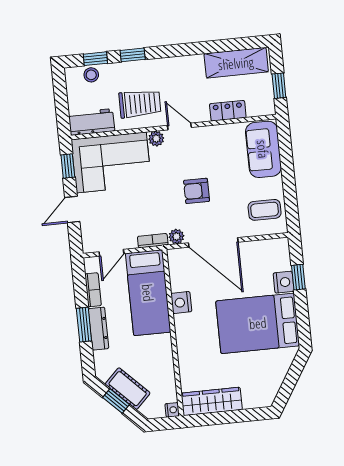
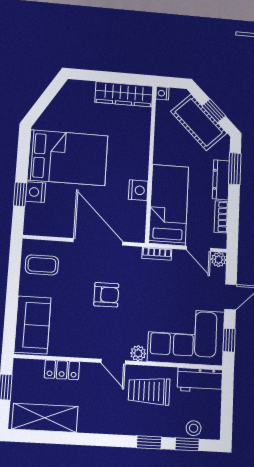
plant: (176, 237) -> (219, 260), moved
door: (111, 253) -> (198, 249), swing flipped
window: (84, 325) -> (235, 169), moved
cot: (128, 389) -> (199, 122), width x1.37, depth x1.34

